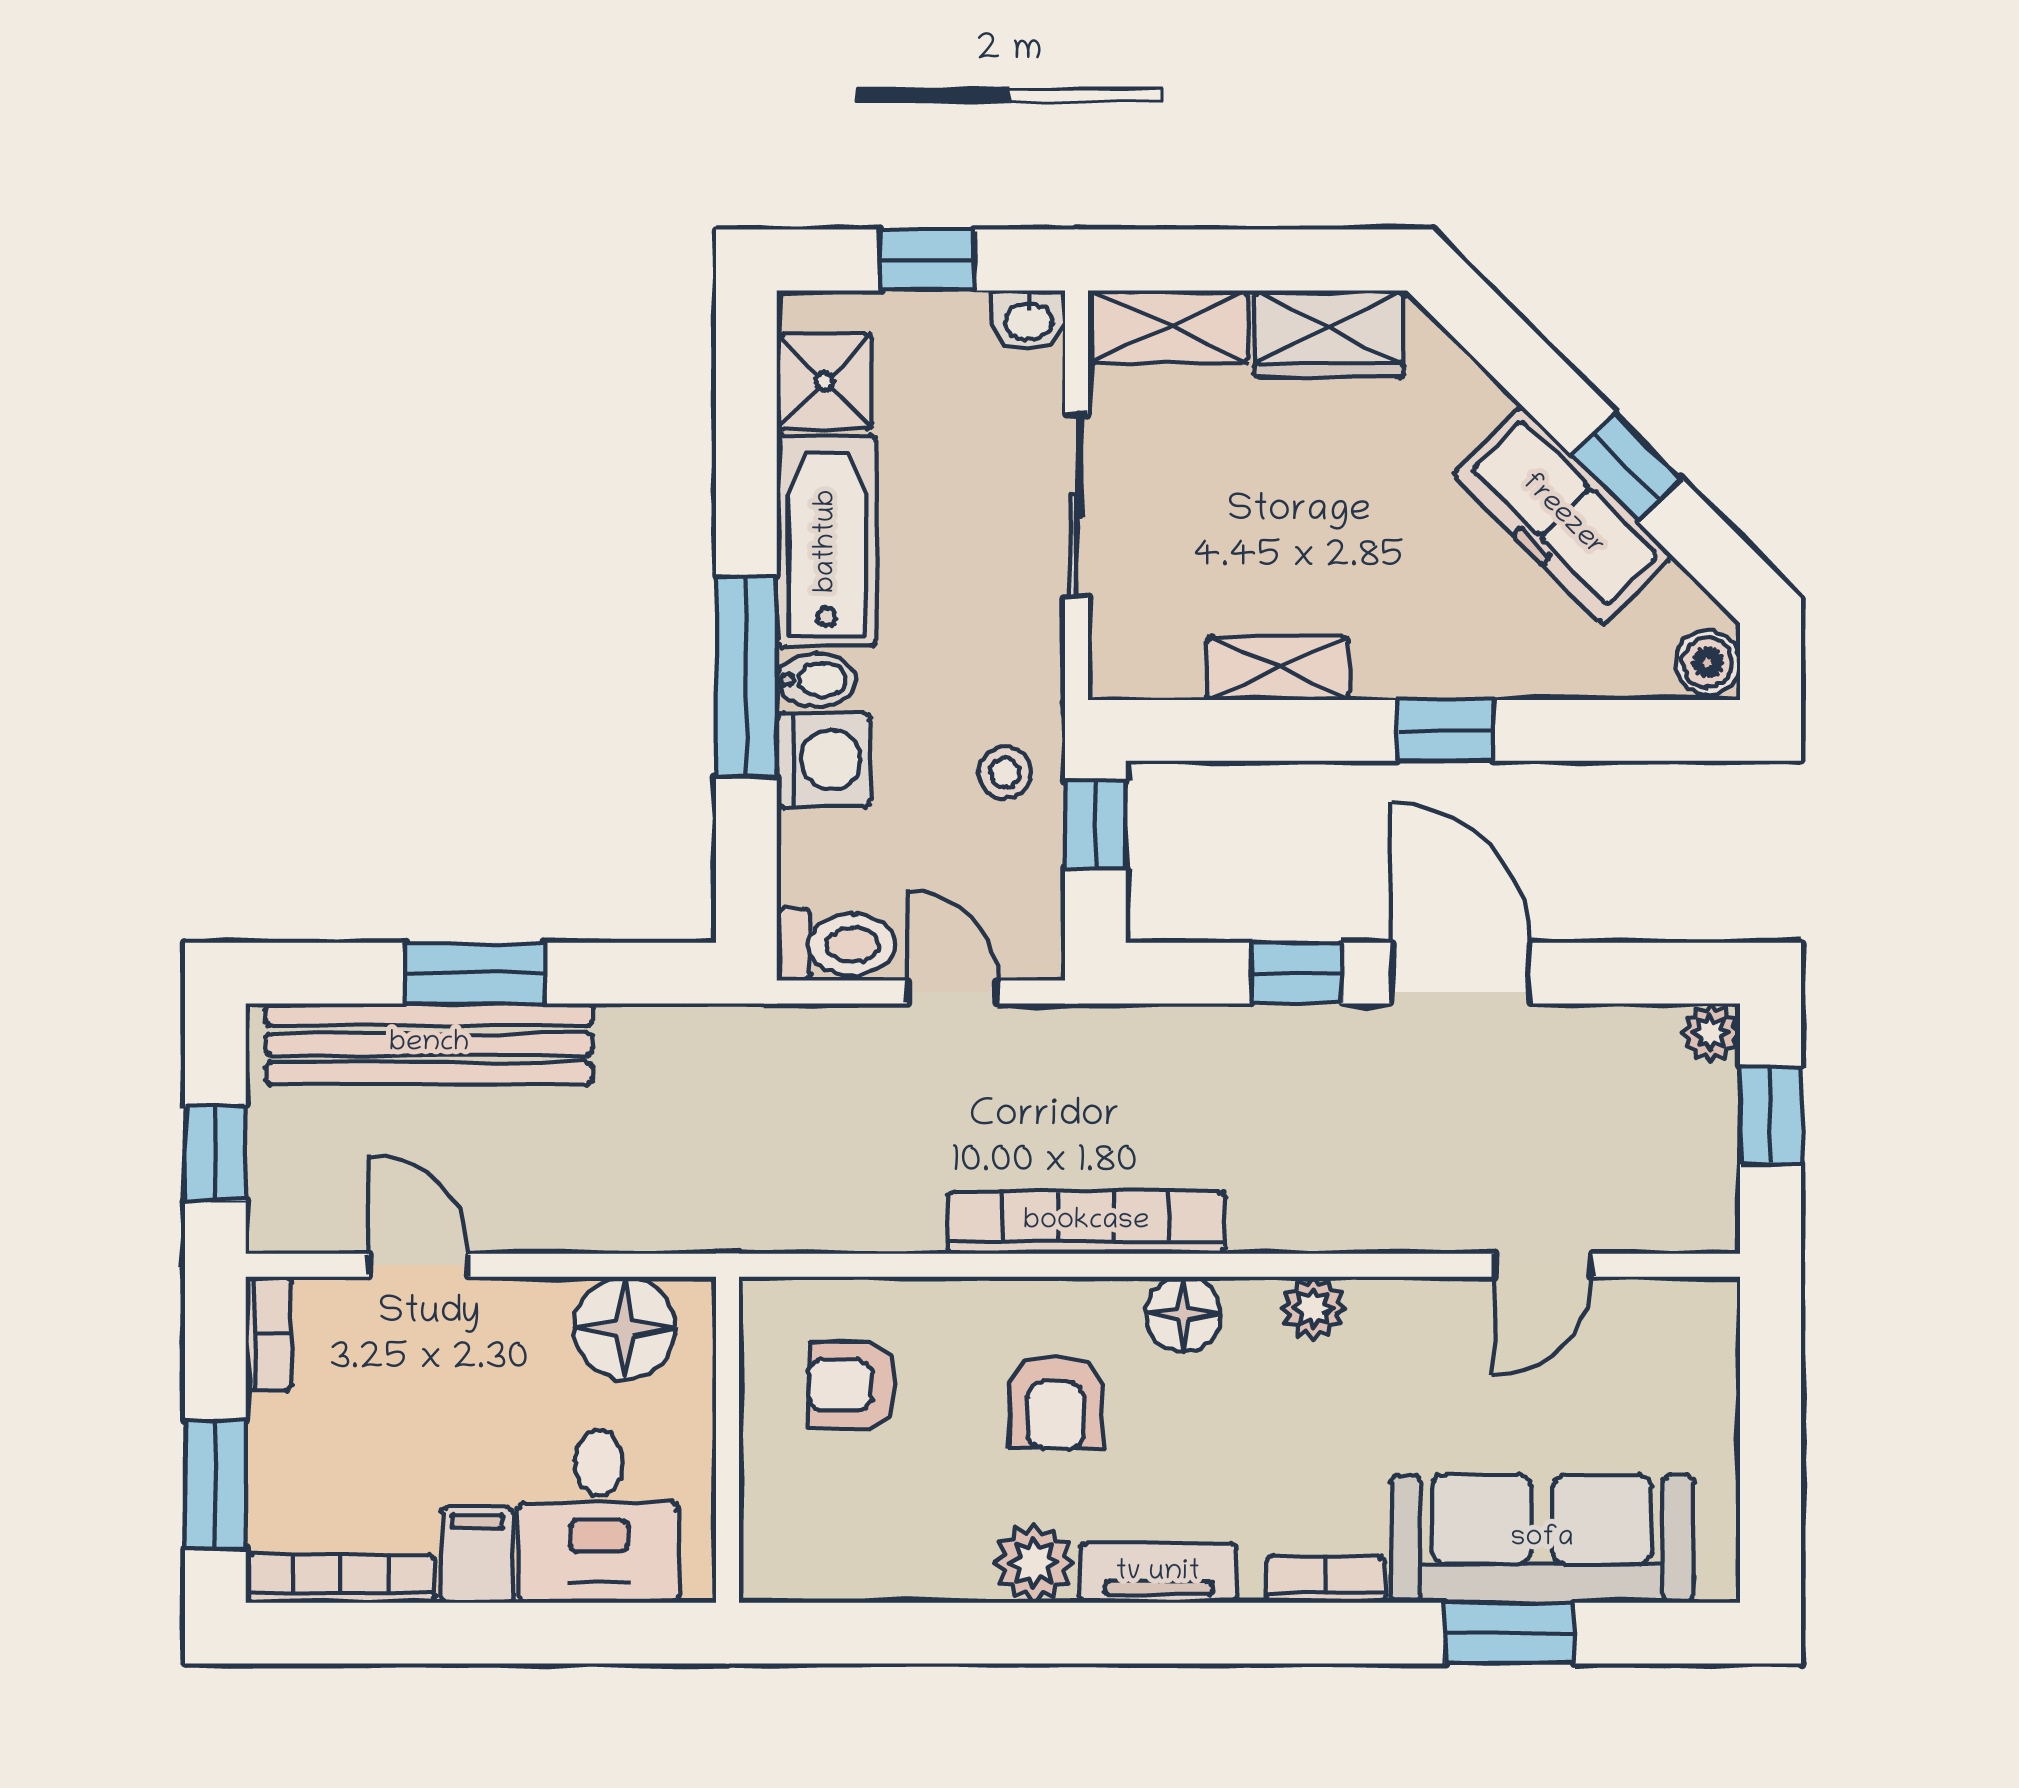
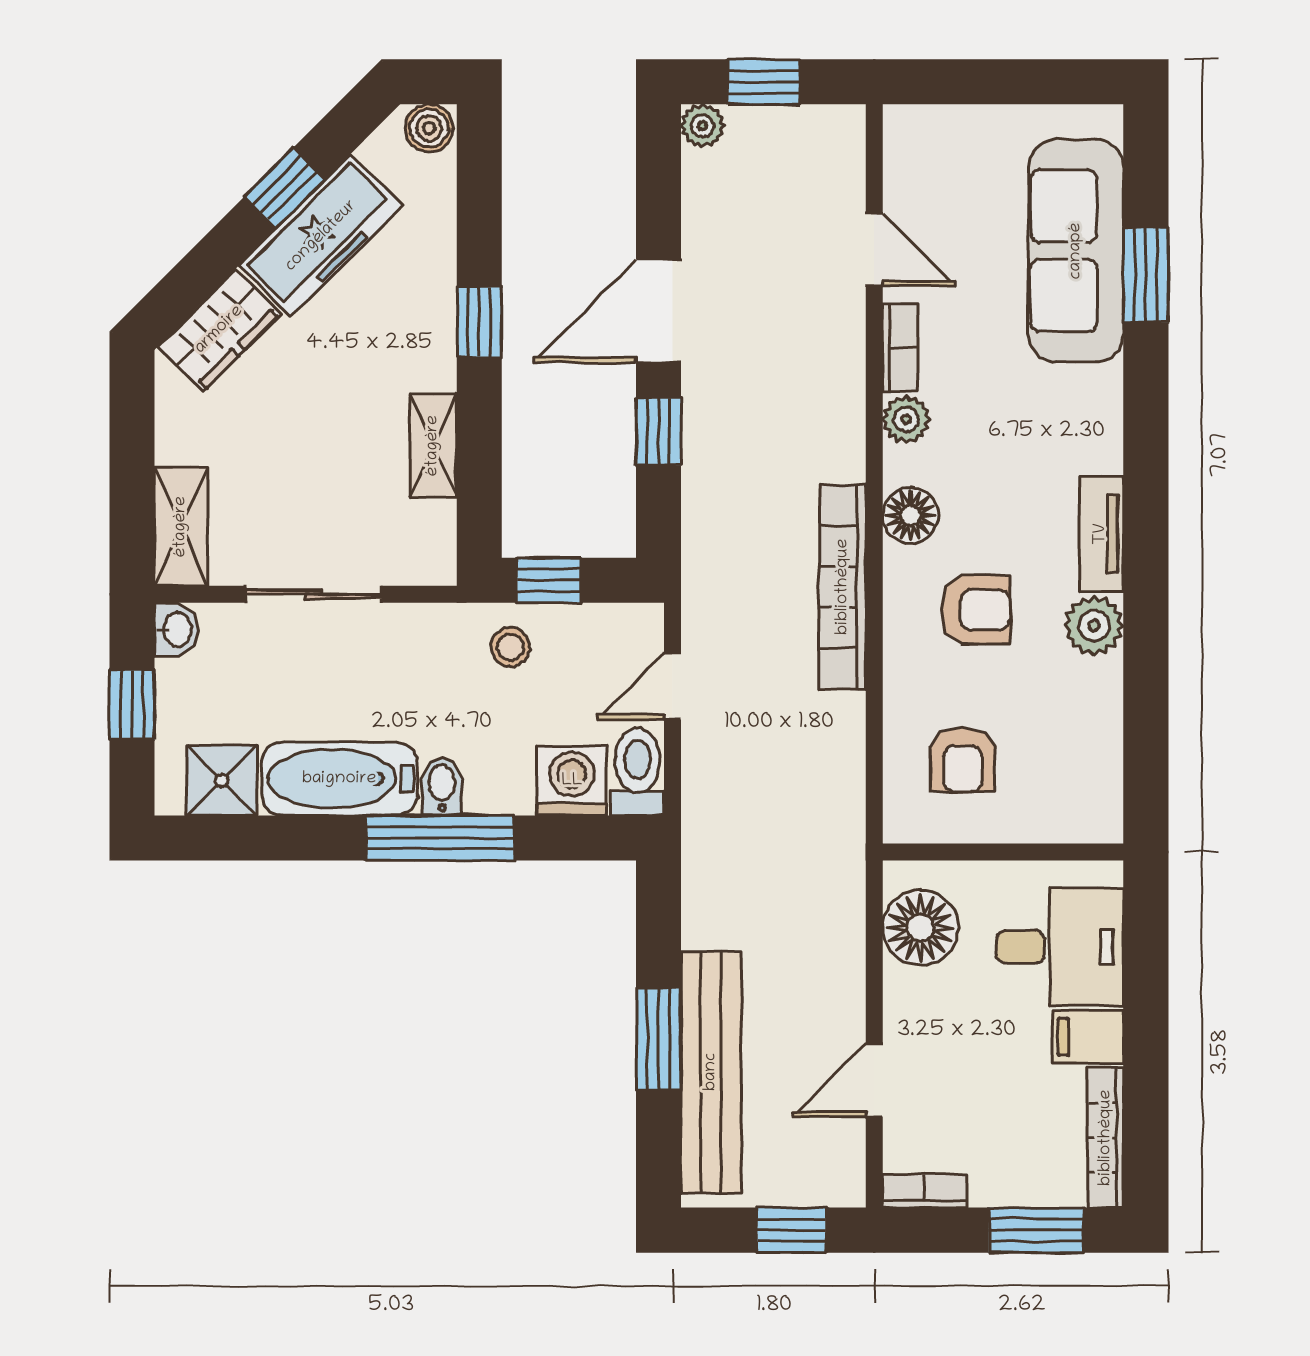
wardrobe: (1329, 334) -> (219, 330), moved, turned 45
washing machine: (824, 760) -> (572, 781), moved
bookcase: (1325, 1579) -> (900, 347), moved, turned 180

